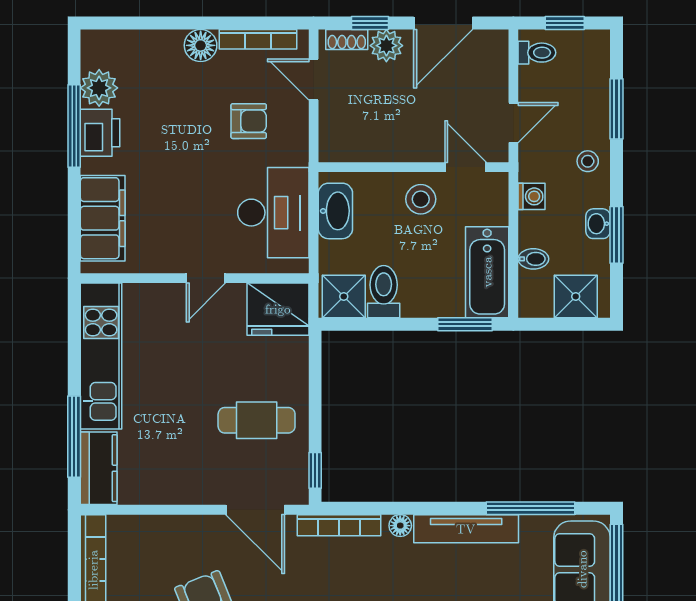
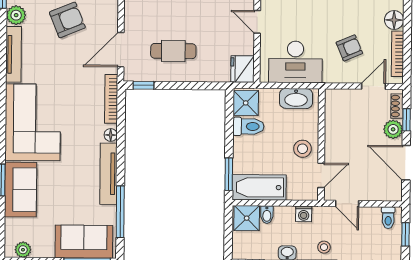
armchair: (249, 121) -> (349, 48), turned -113
shower: (576, 296) -> (247, 218), moved
fridge: (278, 309) -> (242, 69), width x0.73, depth x0.75
cafe table: (257, 420) -> (173, 51), turned 90

